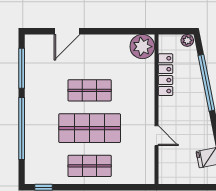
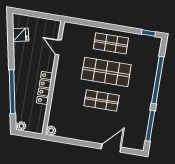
plant: (142, 47) -> (51, 131), width x0.53, depth x0.53
locker: (166, 75) -> (45, 88), moved
door: (156, 136) -> (58, 47), moved

